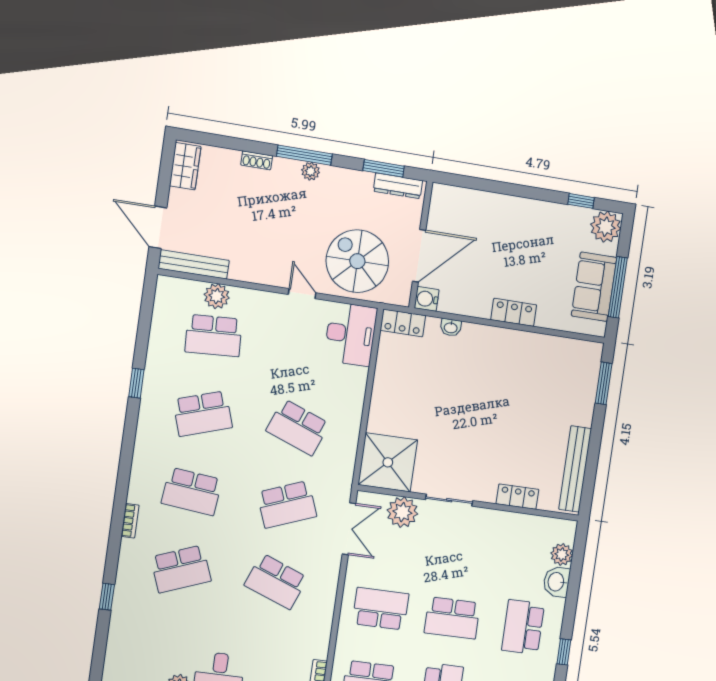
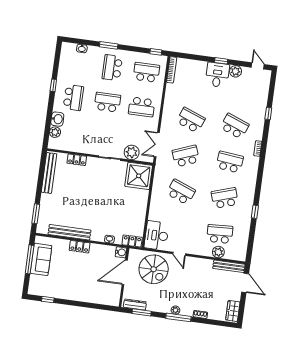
plant: (606, 227) -> (36, 288), removed
bench: (534, 343) -> (69, 232), added
school desk: (181, 569) -> (235, 126), turned 42

